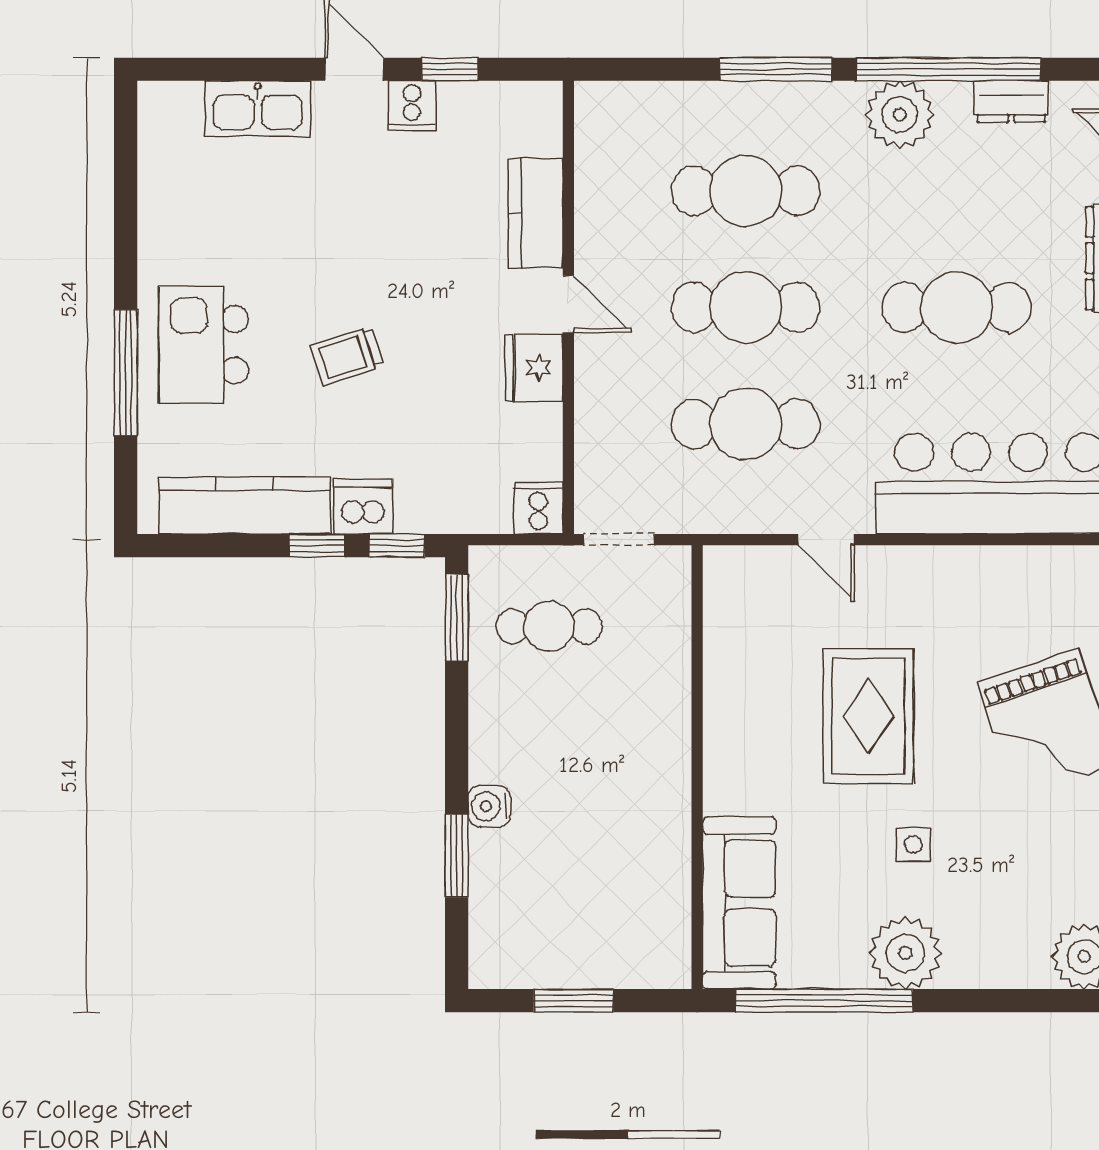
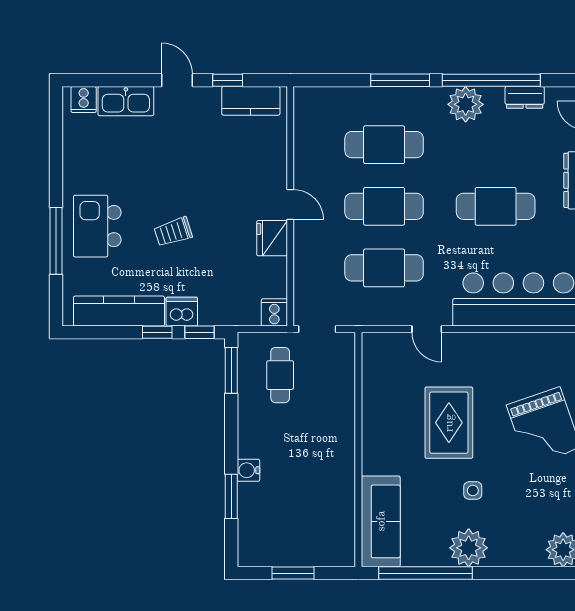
cooker: (412, 106) -> (84, 100), moved
kitchen counter: (536, 213) -> (251, 101), moved, turned -90
cafe table: (549, 626) -> (280, 375), turned 90

